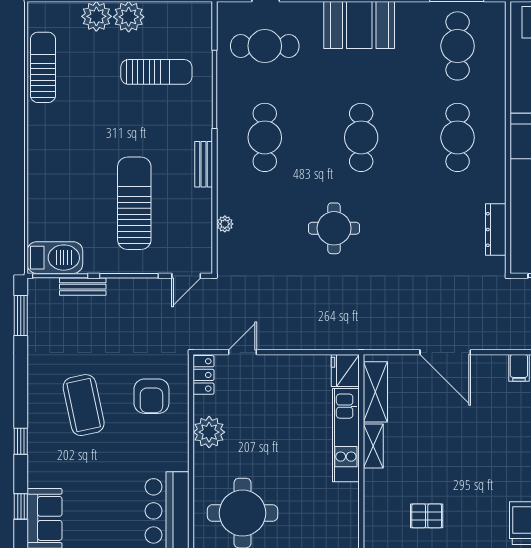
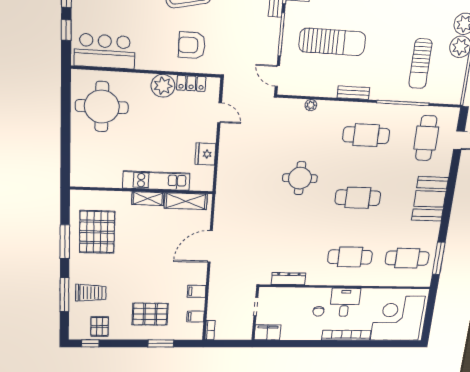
fridge: (345, 371) -> (205, 154), moved, turned -90
locker: (203, 375) -> (191, 83), moved
pallet: (427, 516) -> (97, 232), width x2.05, depth x2.00

